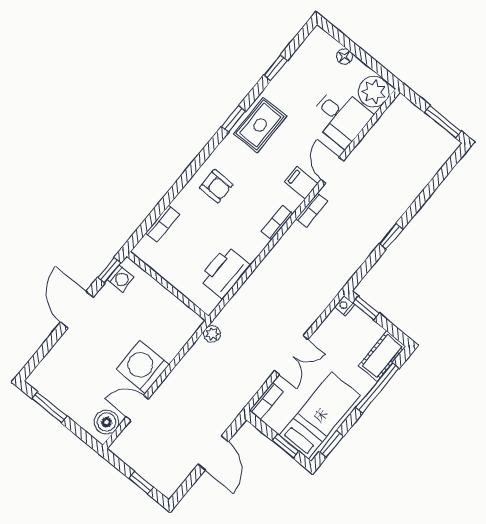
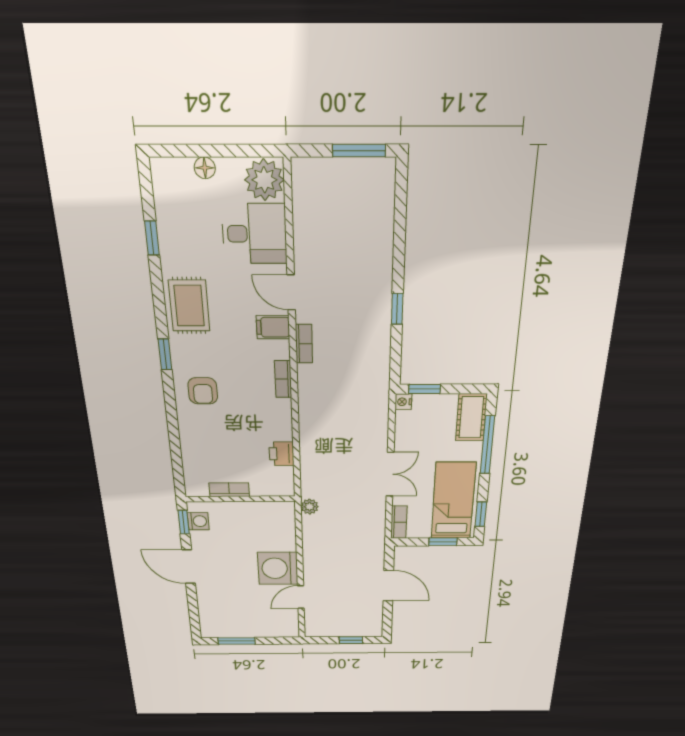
window: (234, 119) -> (165, 354), moved
armchair: (216, 186) -> (203, 391), turned 90
bookcase: (162, 224) -> (229, 490), moved, turned -90
printer: (224, 272) -> (281, 454), width x0.53, depth x0.68
boiler: (107, 422) -> (287, 621), removed

